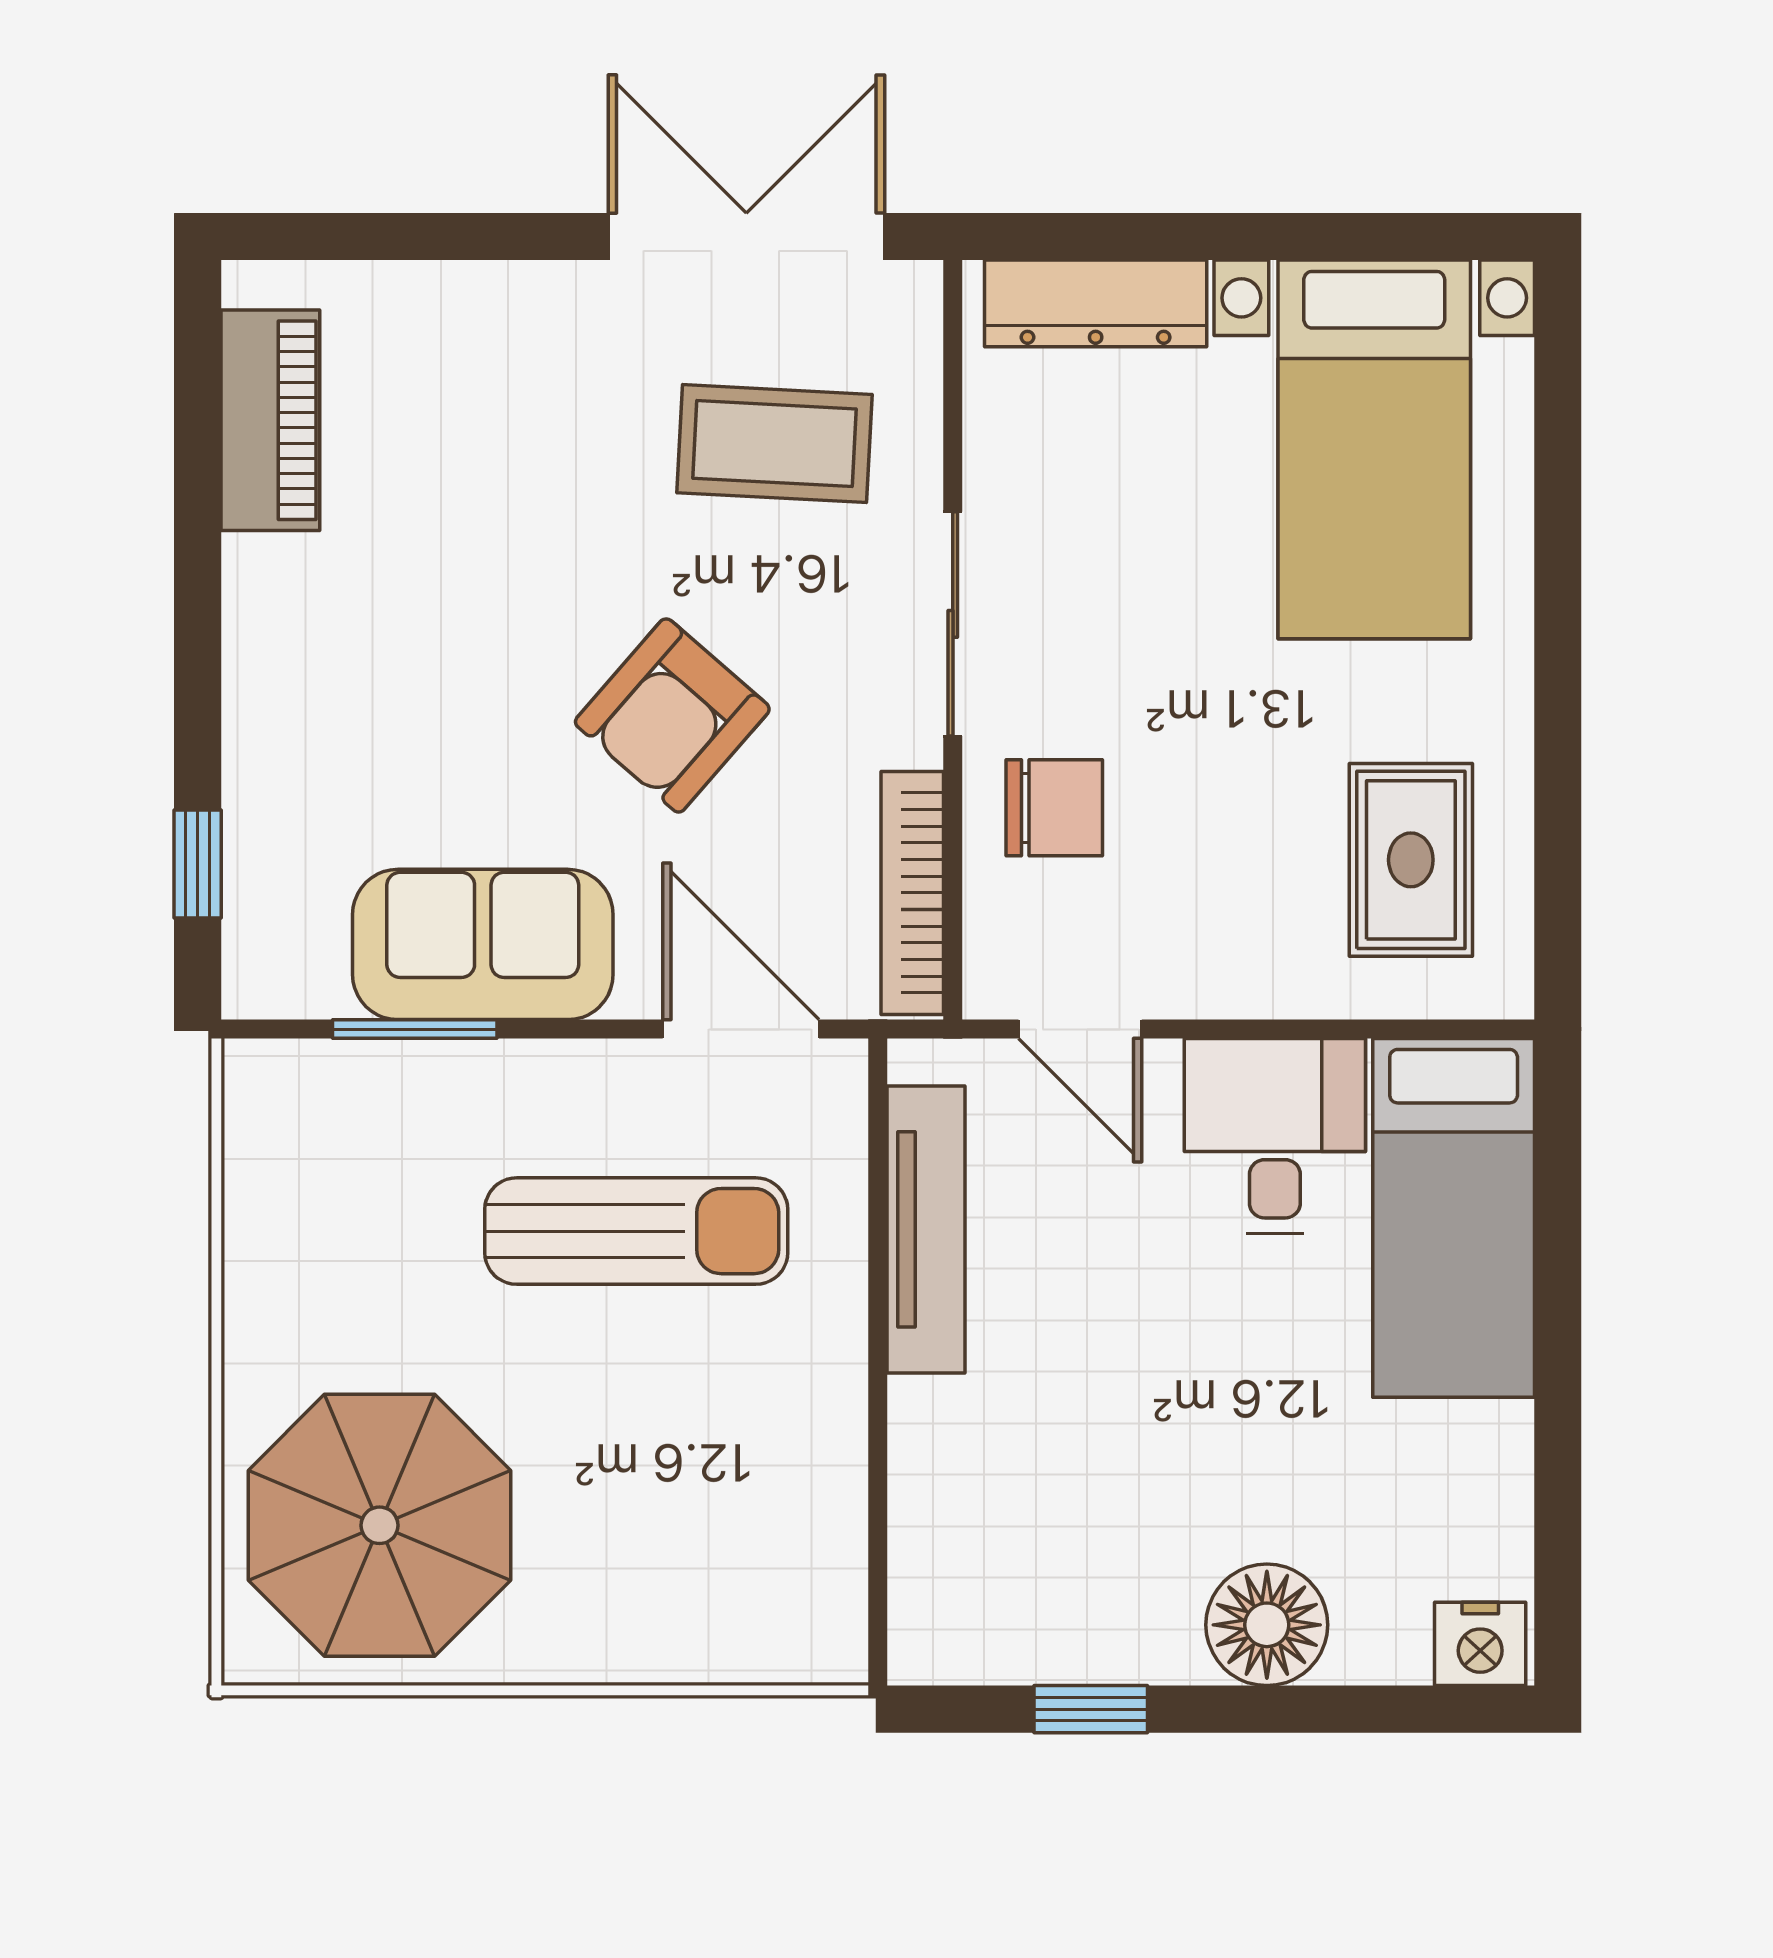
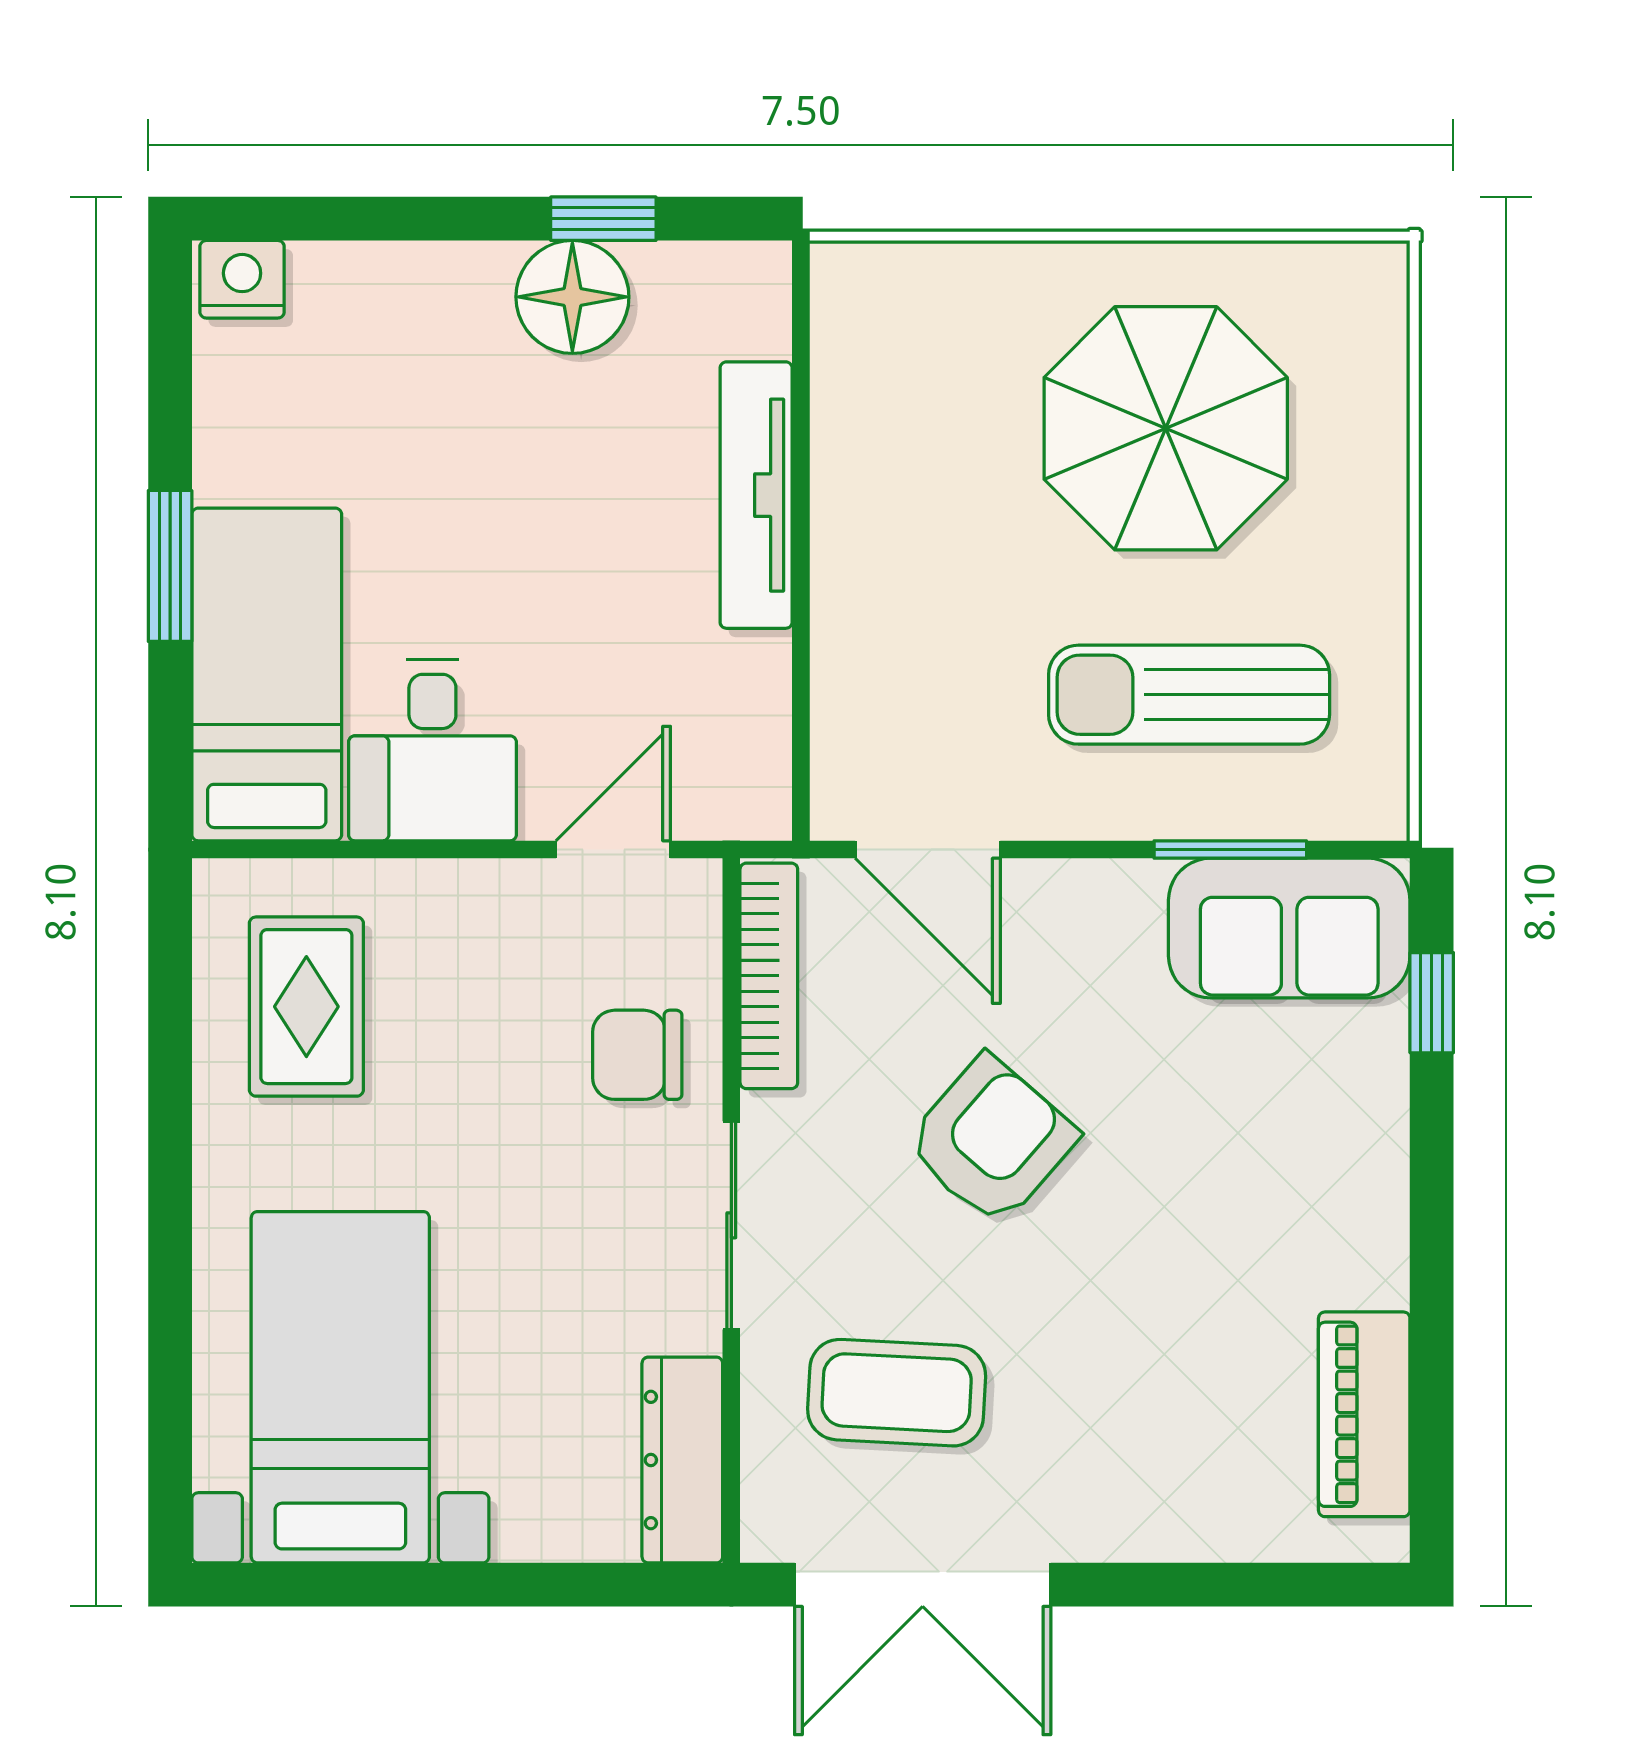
dresser: (1096, 303) -> (682, 1460), moved, turned -90
sofa: (483, 944) -> (1289, 928), moved
door: (1080, 1029) -> (613, 850), hinge flipped
tv unit: (926, 1229) -> (756, 495), moved
sun lounger: (636, 1231) -> (1189, 695), moved
window: (1558, 1335) -> (170, 566), added
parasol: (380, 1525) -> (1166, 428), moved
floor lamp: (1267, 1625) -> (572, 297), moved

